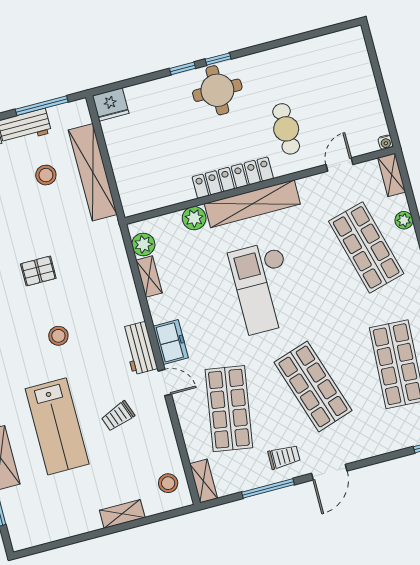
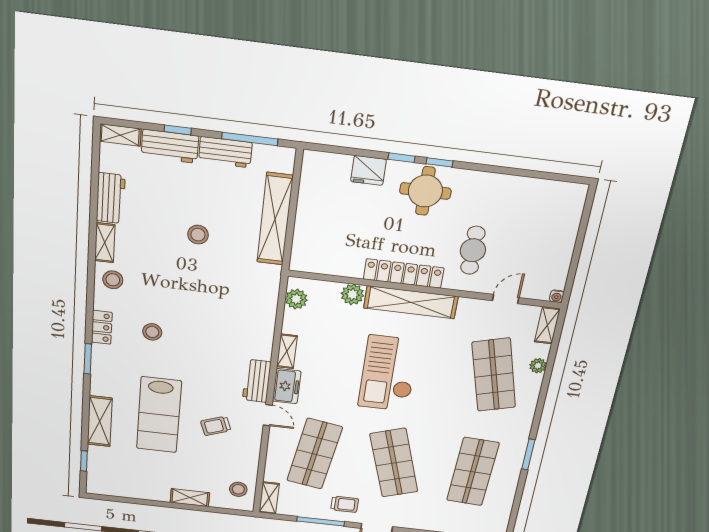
fridge: (111, 104) -> (369, 170), moved
stool: (46, 175) -> (198, 235), moved
pallet: (38, 271) -> (190, 285), removed
shelving: (149, 277) -> (287, 351), moved
stool: (58, 336) -> (152, 332), moved

